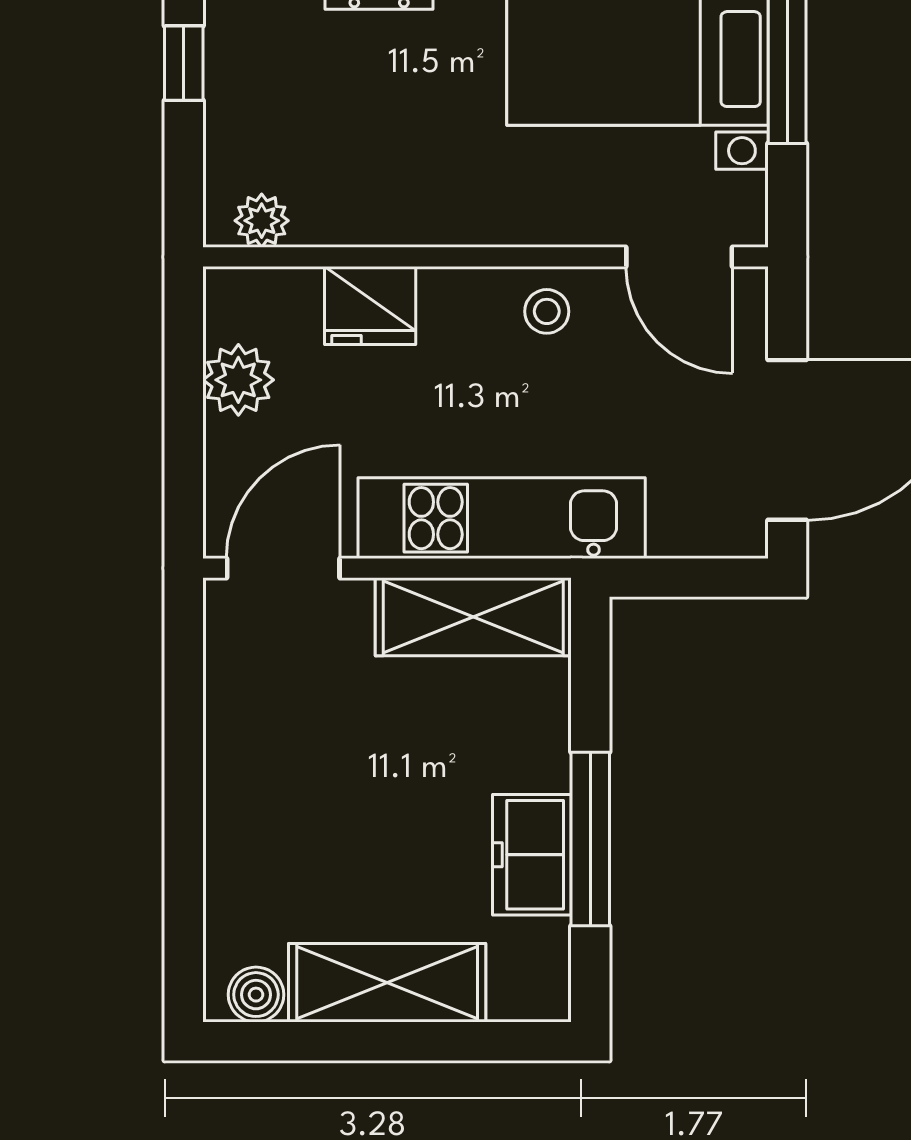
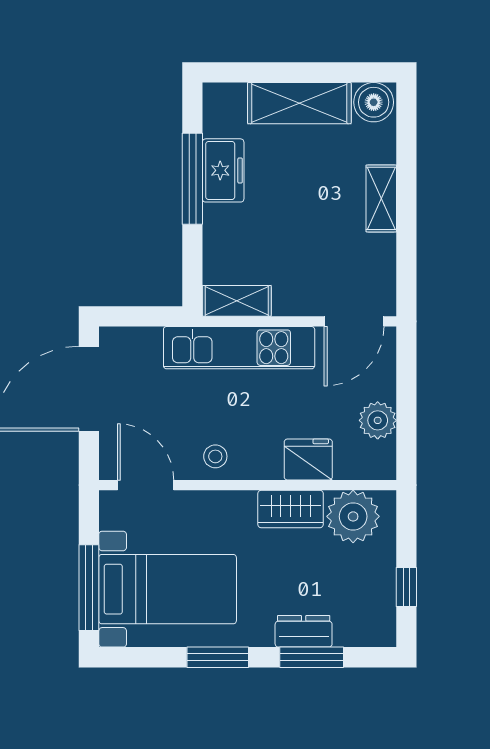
wardrobe: (404, 211) -> (291, 509), added
plant: (262, 221) -> (353, 516), width x1.87, depth x1.87
shelving: (473, 617) -> (237, 301), width x0.67, depth x0.75
shelving: (232, 802) -> (381, 198), added
boiler: (256, 995) -> (374, 102), width x1.36, depth x1.36

